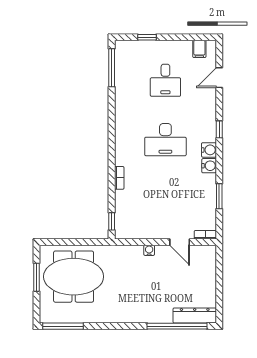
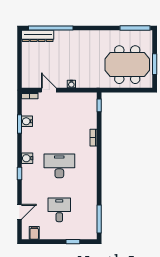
water cooler: (209, 166) -> (27, 121), moved

